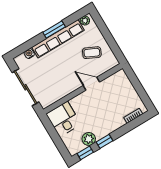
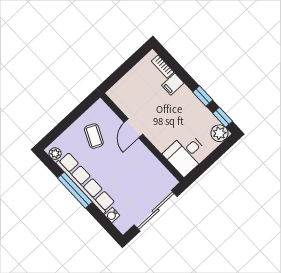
window: (54, 30) -> (75, 190), width x1.44
filing cabinet: (118, 121) -> (173, 84), added
plant: (89, 139) -> (219, 133), moved

